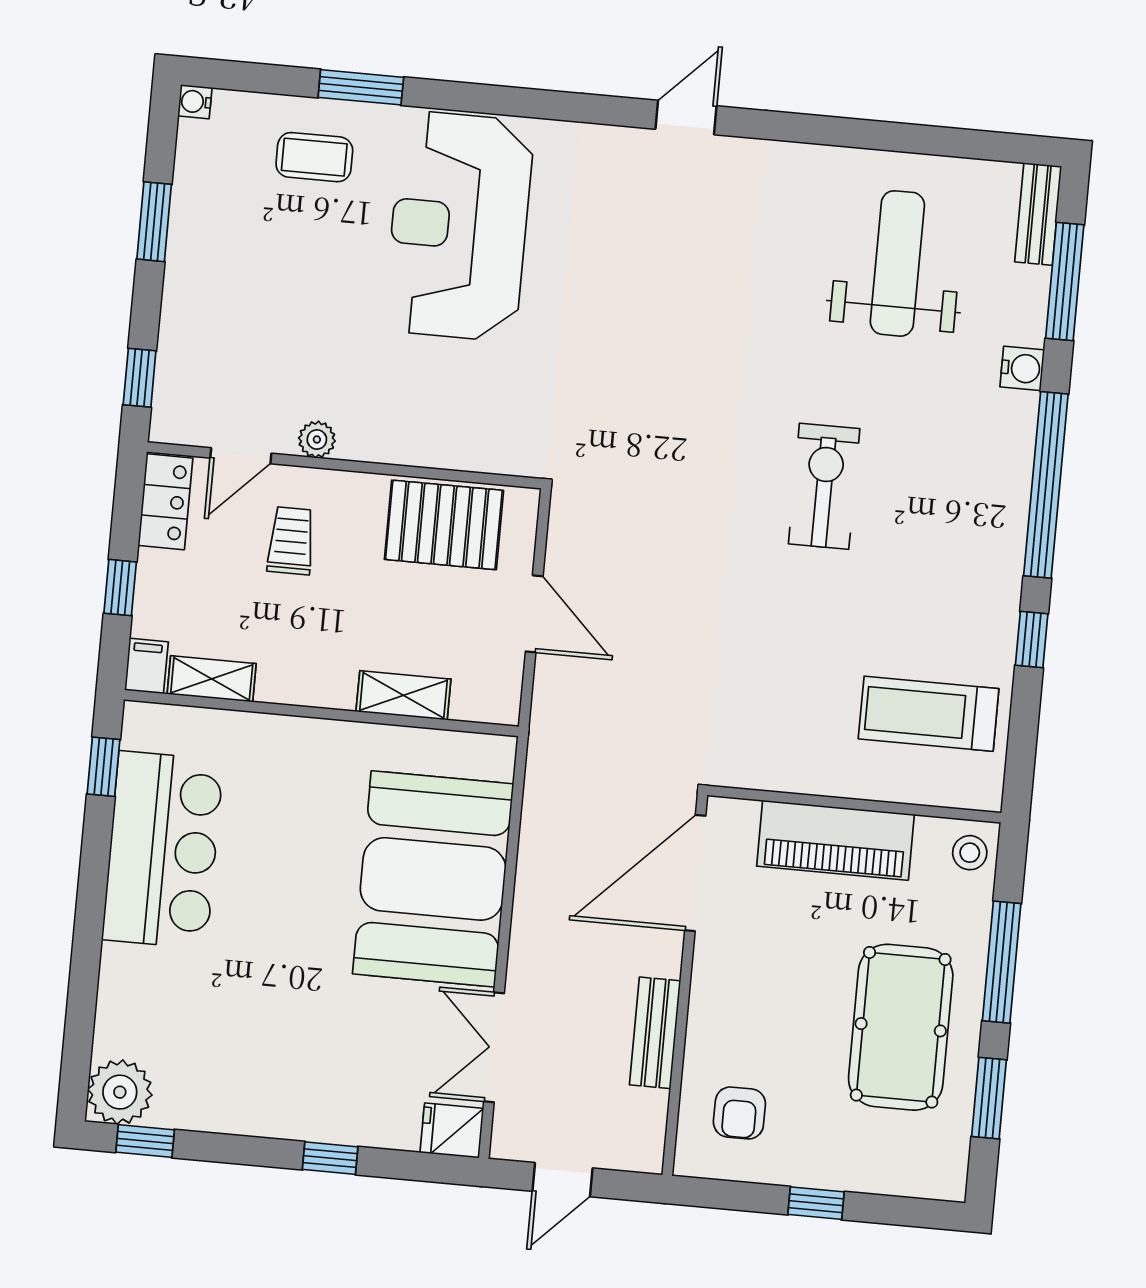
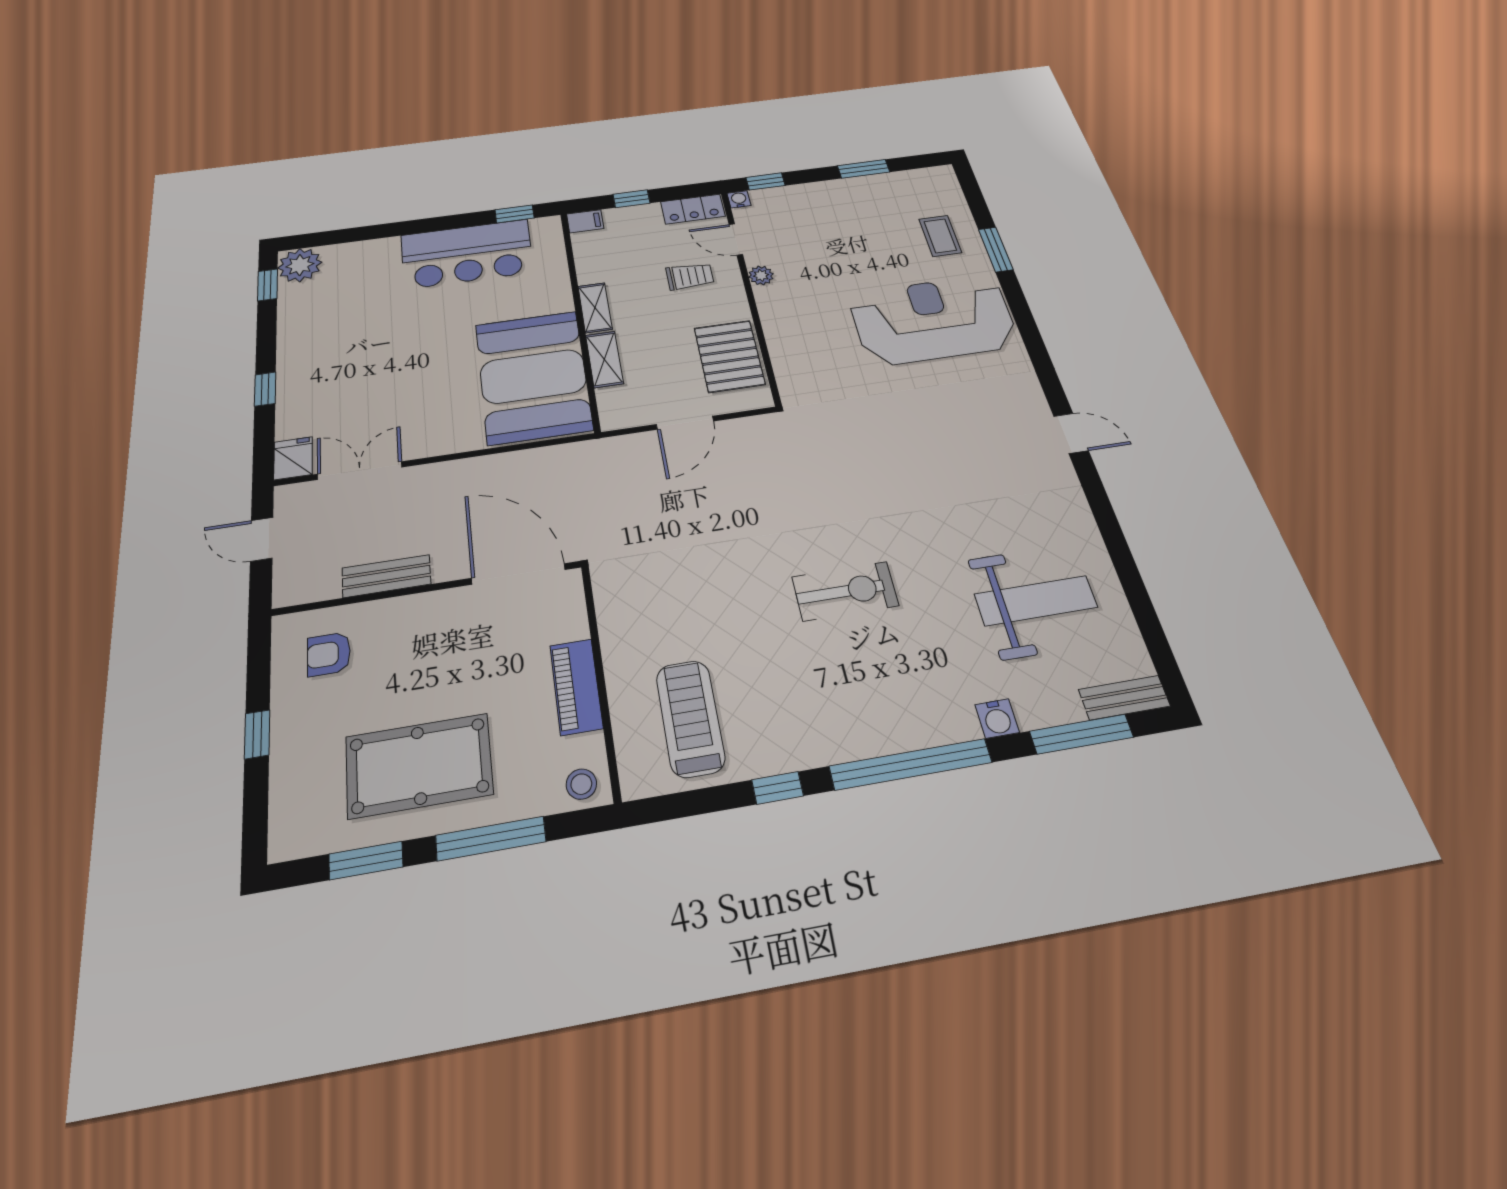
water cooler: (195, 102) -> (739, 199), moved
shelving: (212, 679) -> (595, 308), moved
piano: (835, 840) -> (576, 687), width x0.73, depth x0.75
booth: (433, 879) -> (533, 376), moved, turned 90

